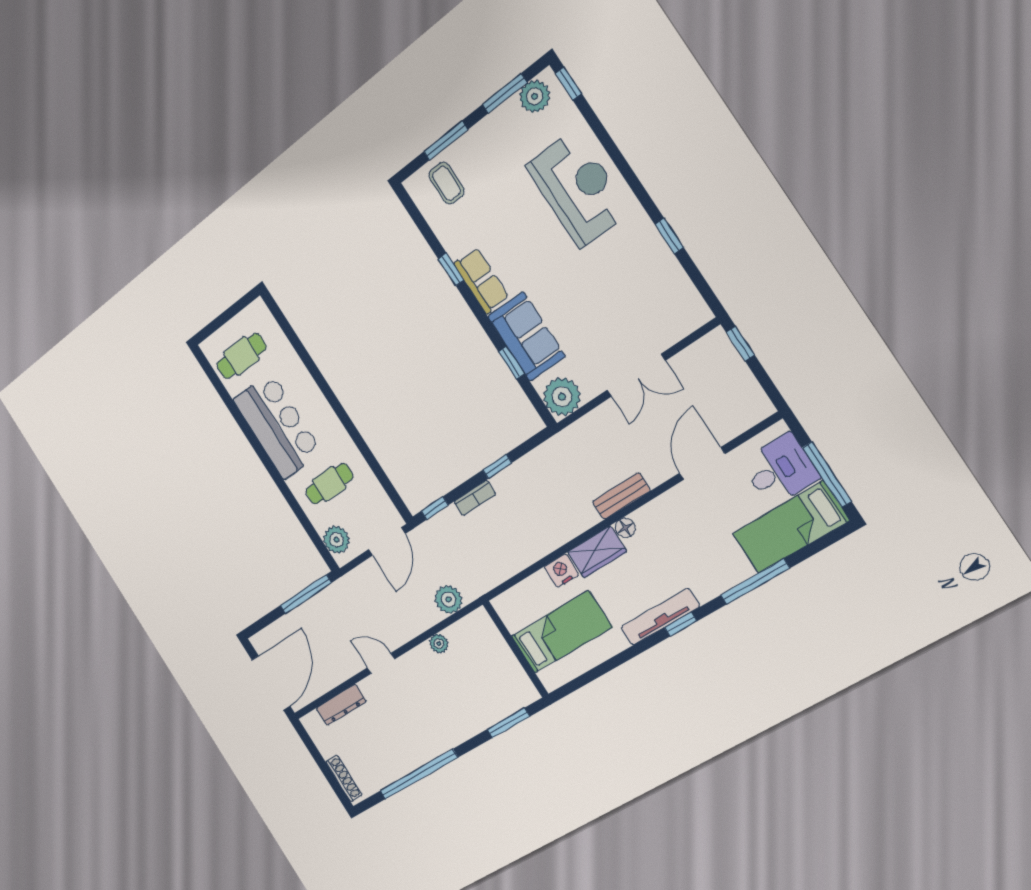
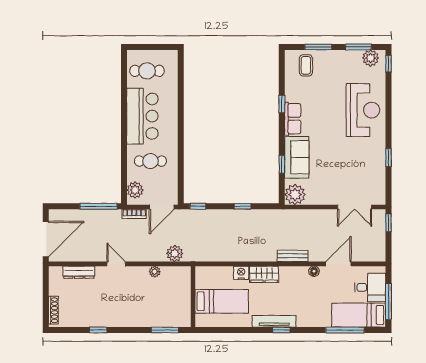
double door: (636, 375) -> (355, 207), moved
bookcase: (475, 498) -> (134, 214), moved
floor lamp: (625, 528) -> (314, 271), moved
window: (755, 582) -> (345, 330), moved
window: (419, 774) -> (98, 330), width x0.32

